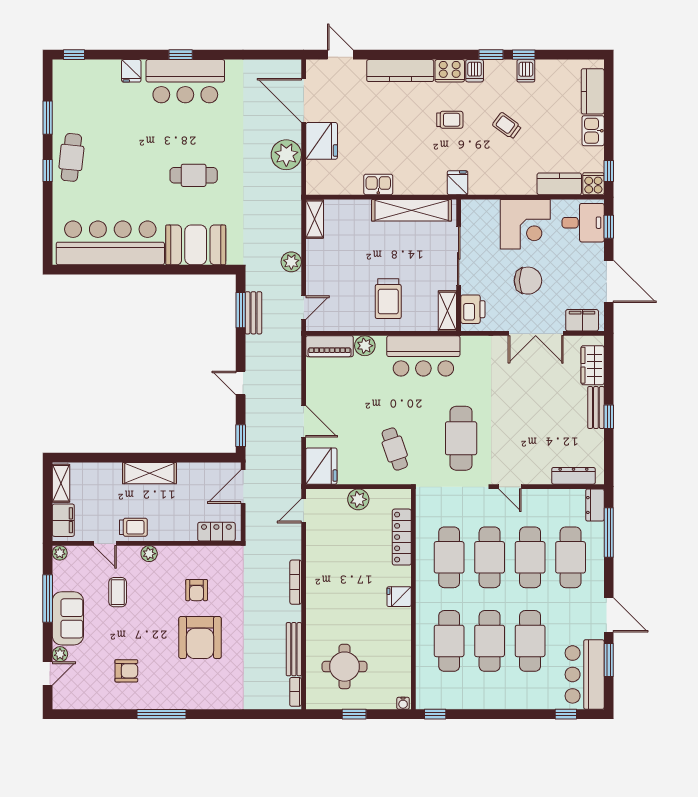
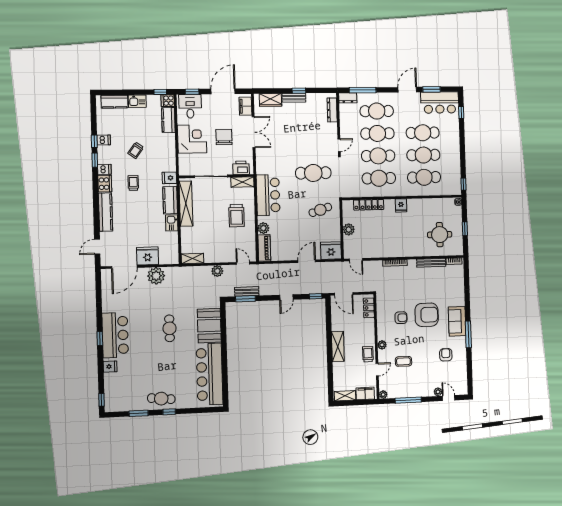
kitchen counter: (418, 183) -> (170, 200), added
trolley: (388, 299) -> (237, 216), turned 90
sofa: (68, 618) -> (457, 321), moved, turned -90

